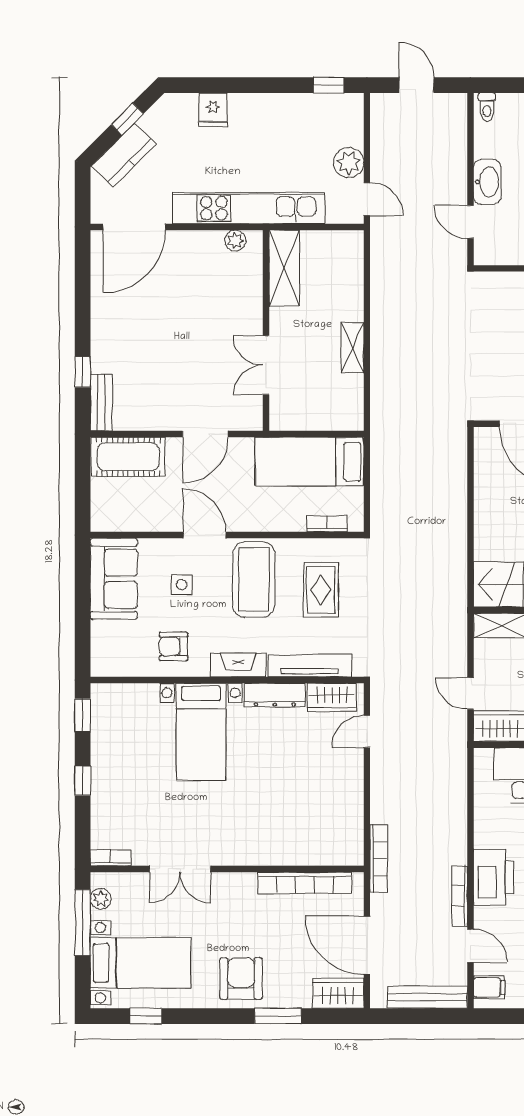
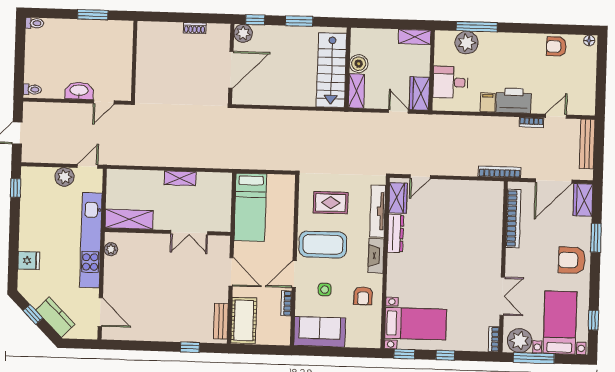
door: (134, 227) -> (100, 312), width x0.73
bench: (101, 402) -> (221, 321), moved, turned 90
bookcase: (327, 524) -> (286, 303), moved
door: (470, 694) -> (398, 111), swing flipped
bed with nightstands: (201, 732) -> (416, 324), moved
door: (367, 732) -> (420, 177), hinge flipped
bookcase: (460, 896) -> (531, 122), width x0.64
plant: (101, 899) -> (519, 341), width x1.88, depth x1.88
filing cabinet: (489, 987) -> (488, 102), moved

